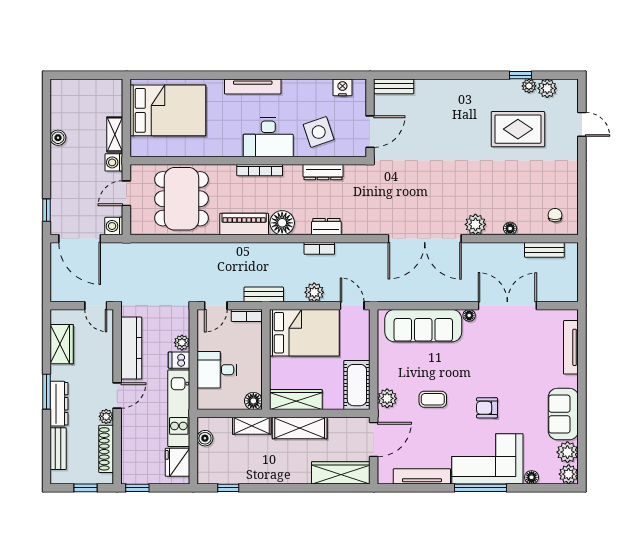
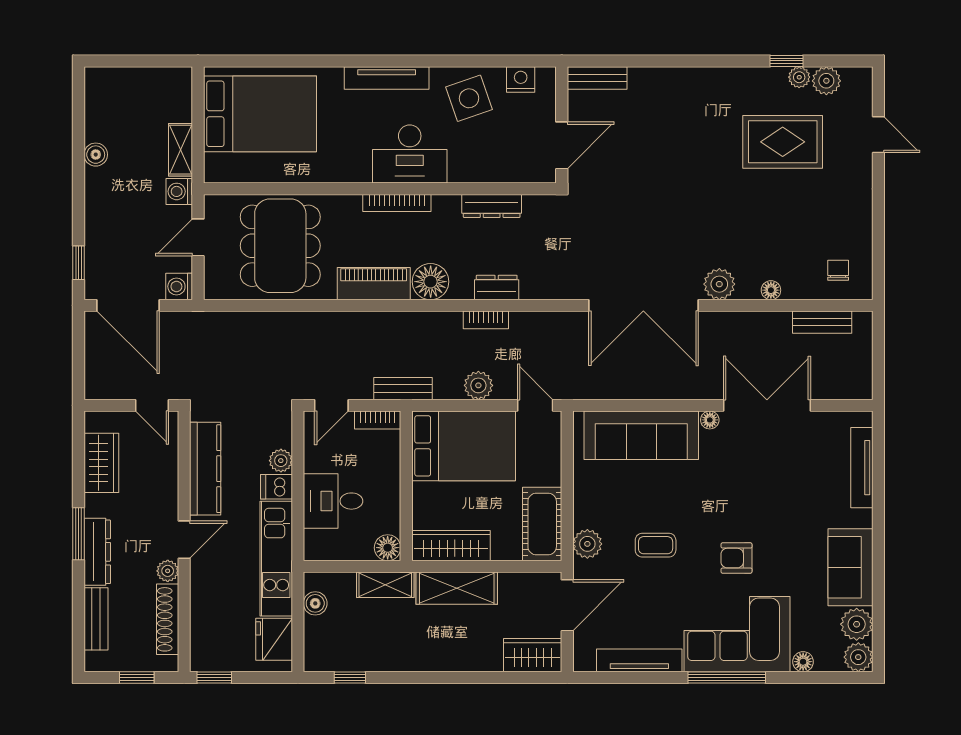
side table: (319, 132) -> (469, 98), moved
wardrobe: (341, 473) -> (533, 655), width x0.67

